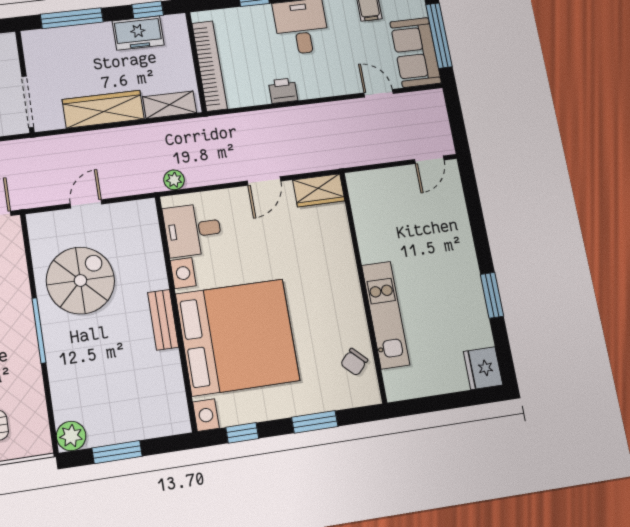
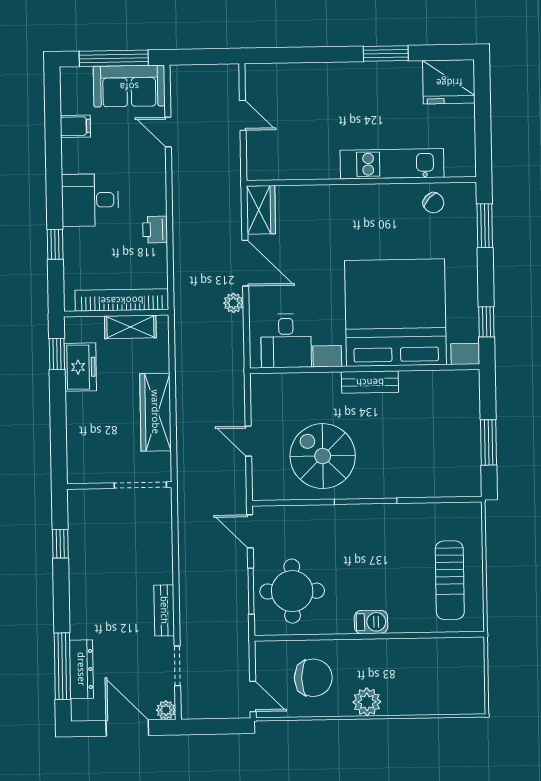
window: (72, 18) -> (58, 431), removed
door: (379, 93) -> (168, 132), hinge flipped
shelving: (170, 105) -> (130, 327), moved, turned 90
door: (429, 160) -> (243, 115), moved
plant: (174, 180) -> (233, 303), moved
door: (264, 181) -> (245, 263), width x1.38
fridge: (483, 368) -> (449, 82), width x1.36, depth x1.34
window: (315, 422) -> (485, 226), moved
plant: (71, 436) -> (468, 483), removed

